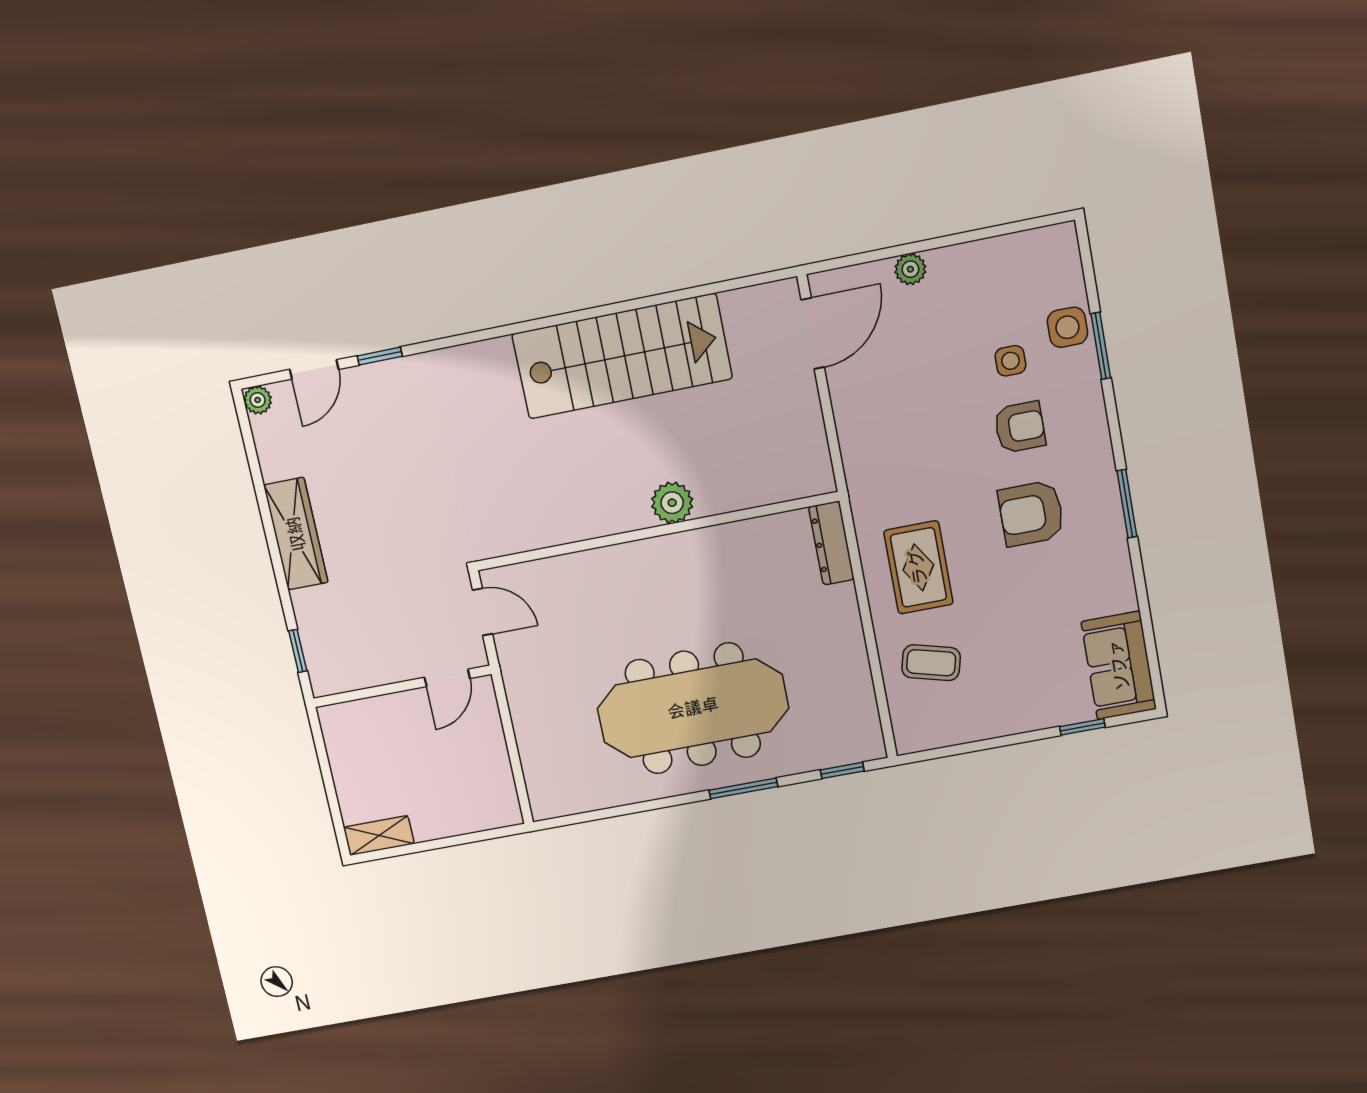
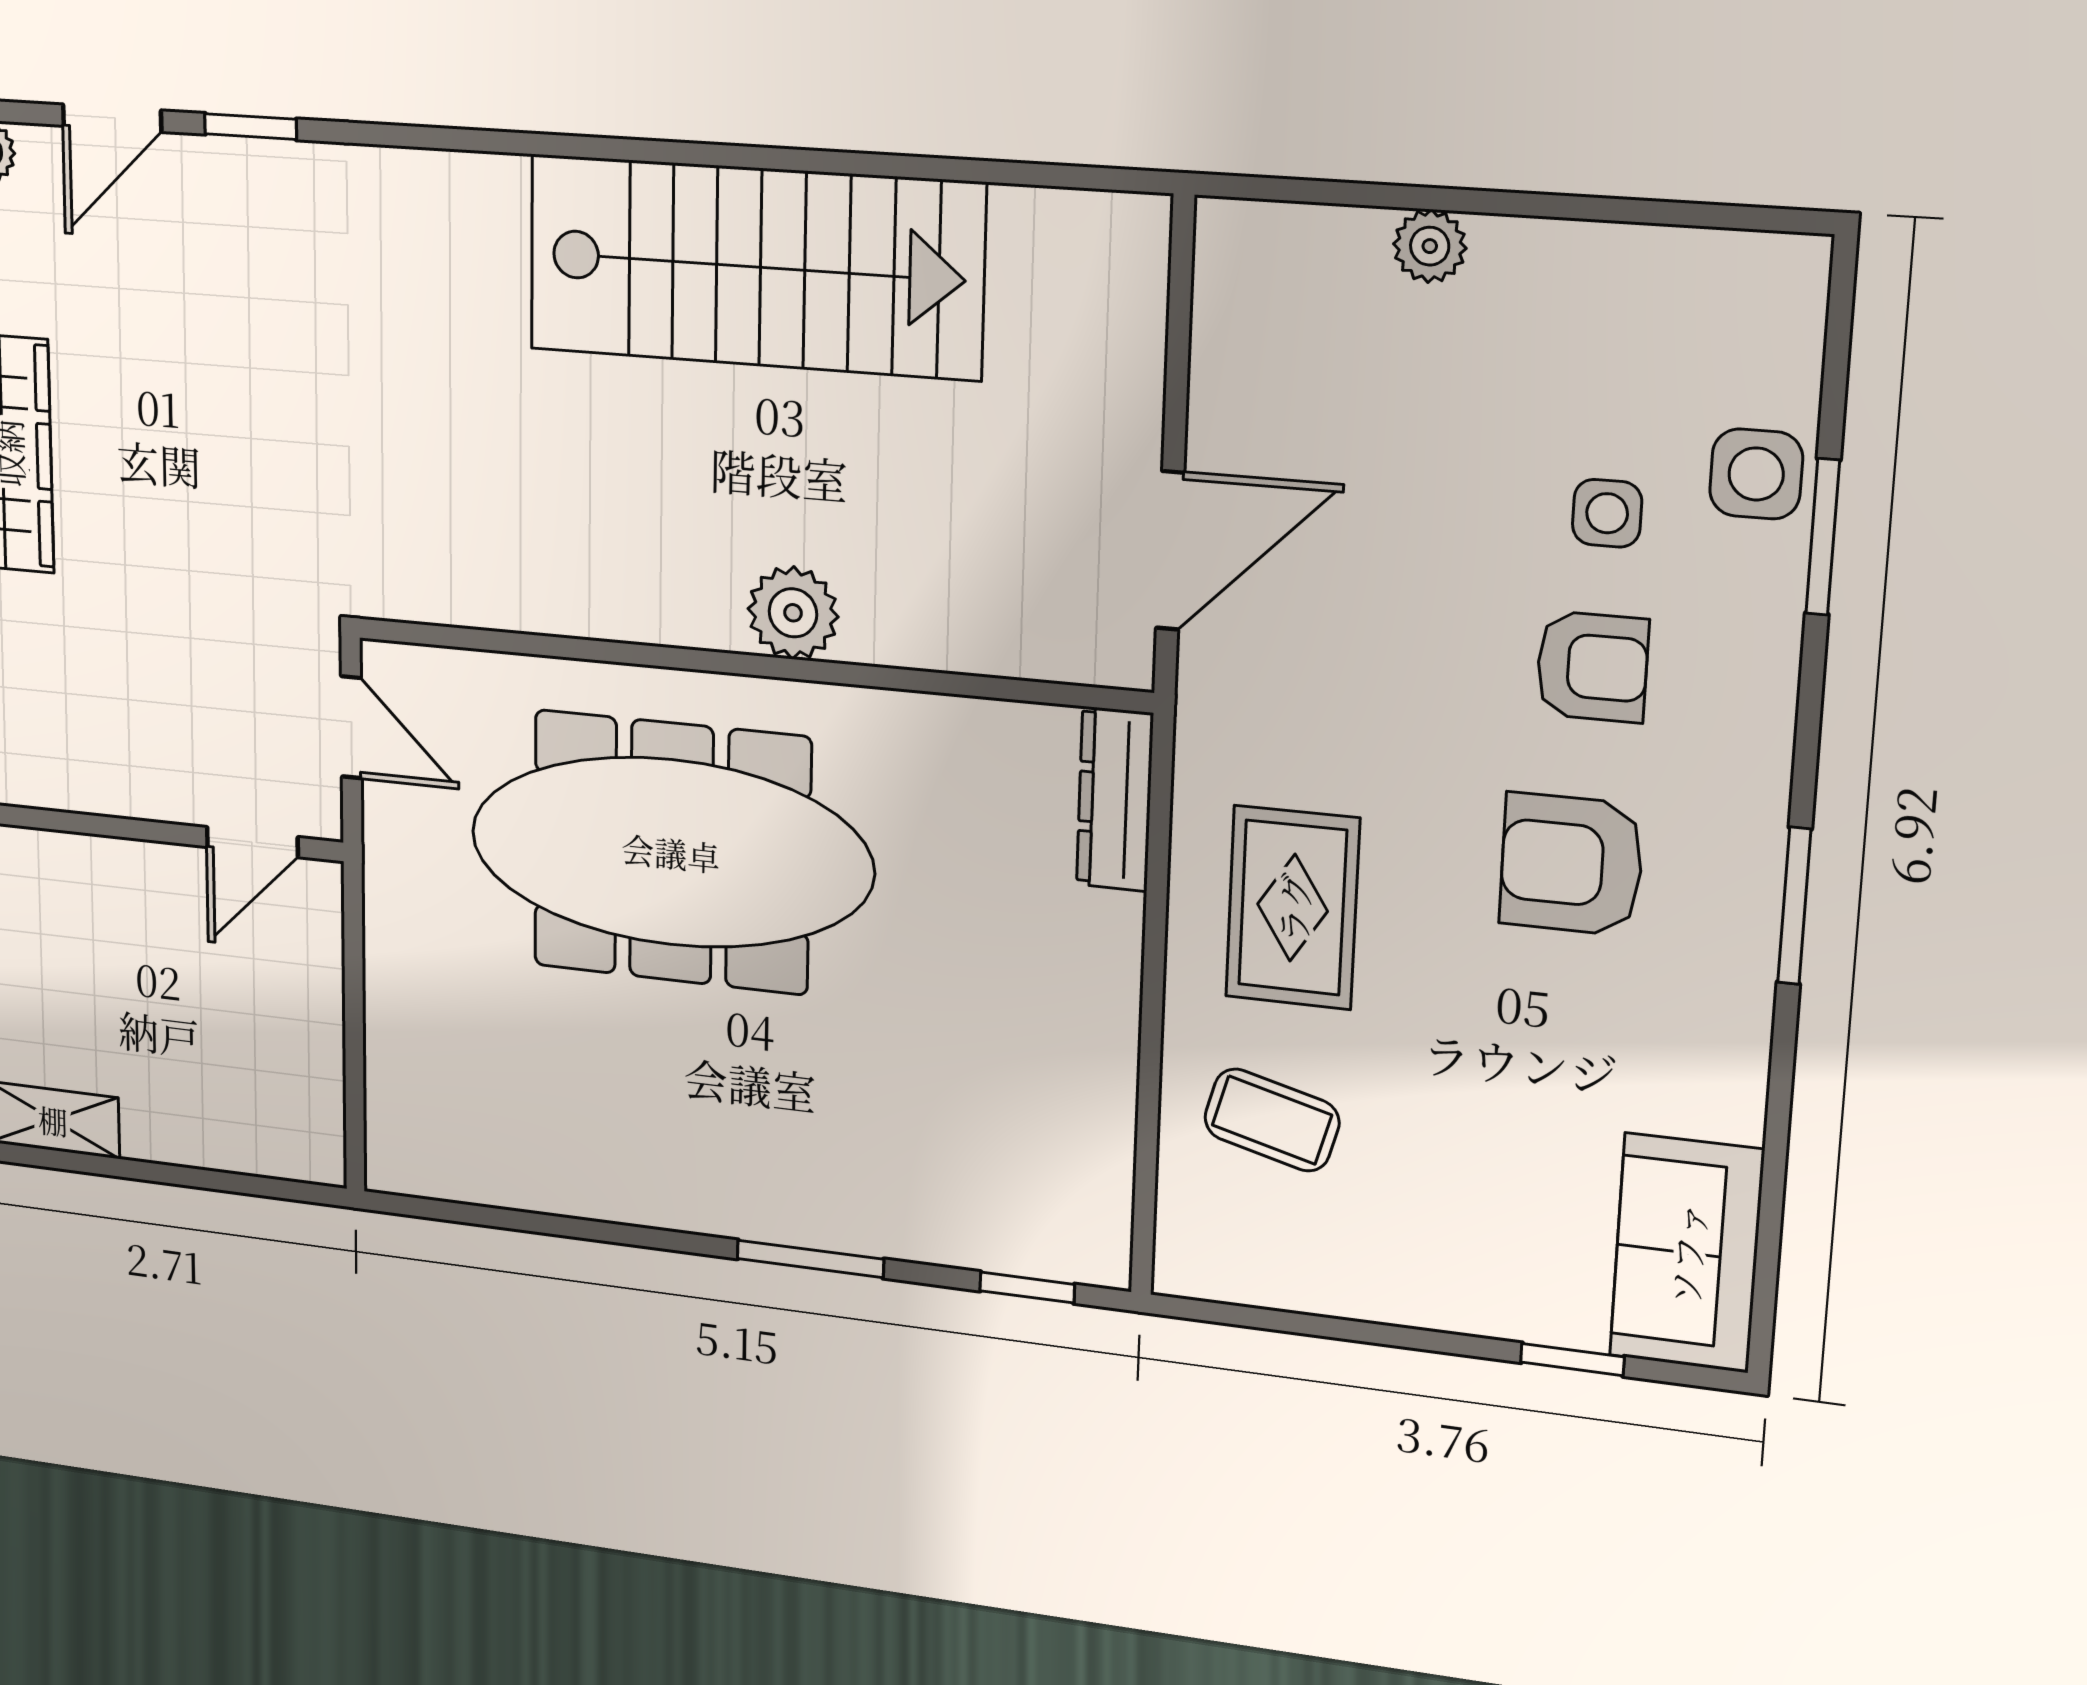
door: (813, 333) -> (1170, 551), moved
meeting table: (693, 708) -> (671, 852), moved

